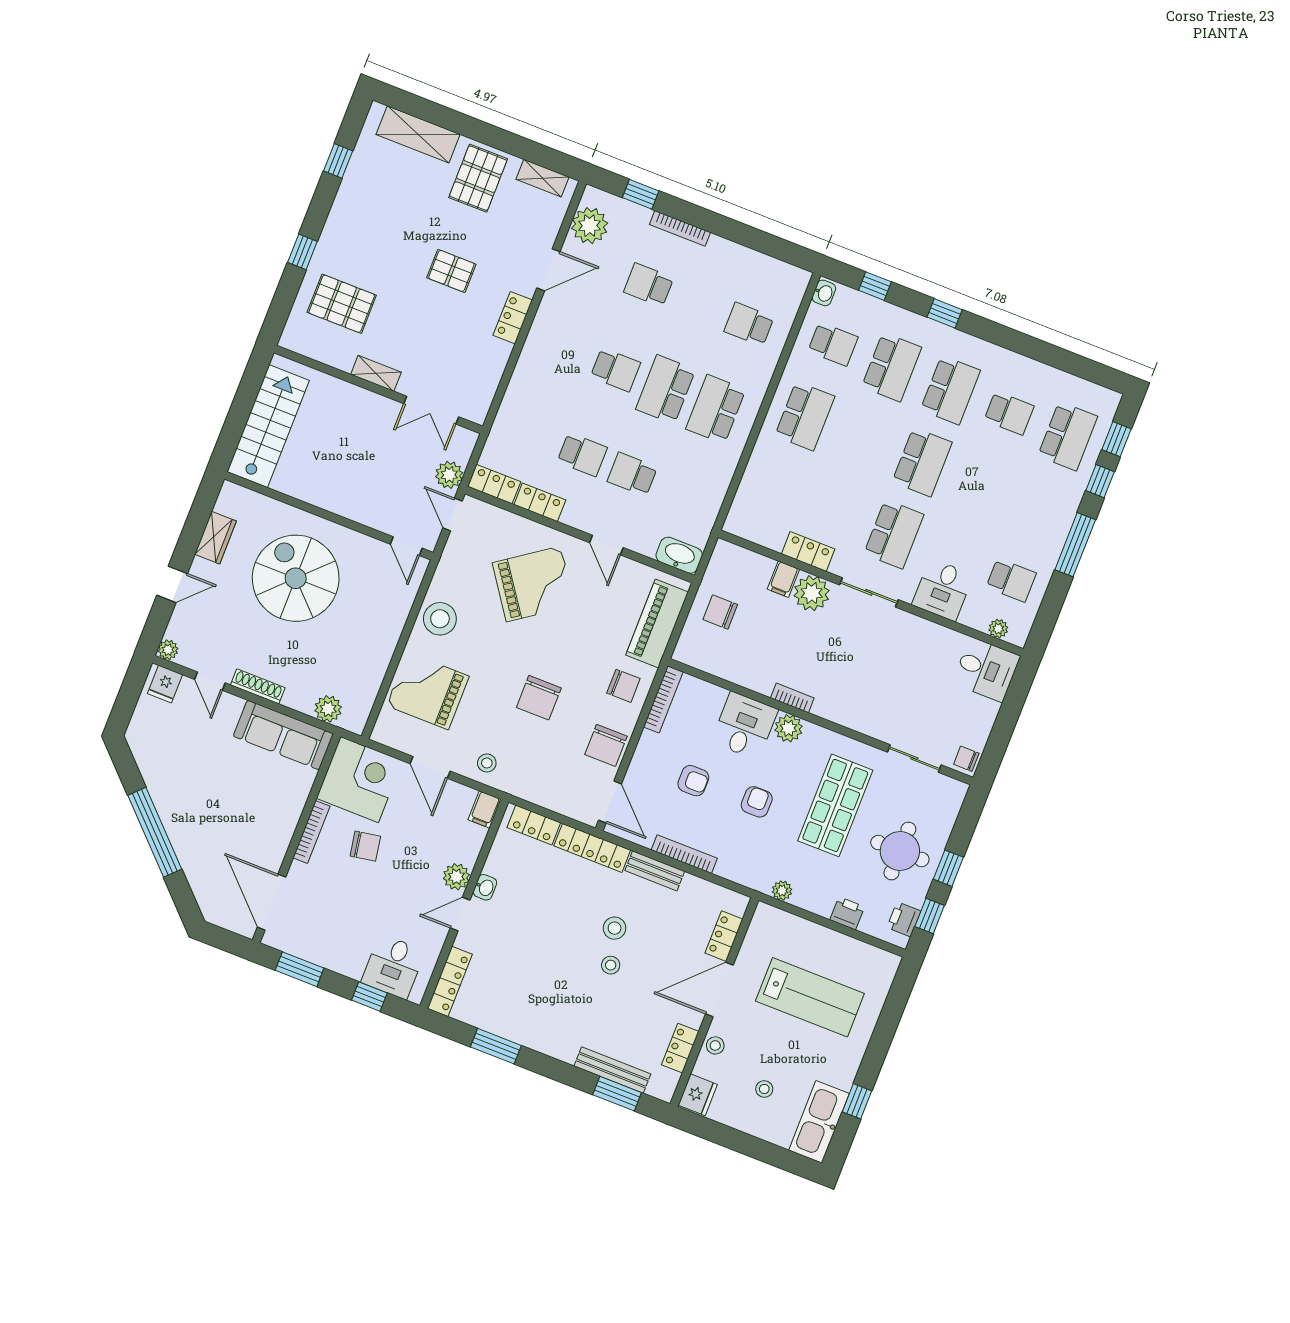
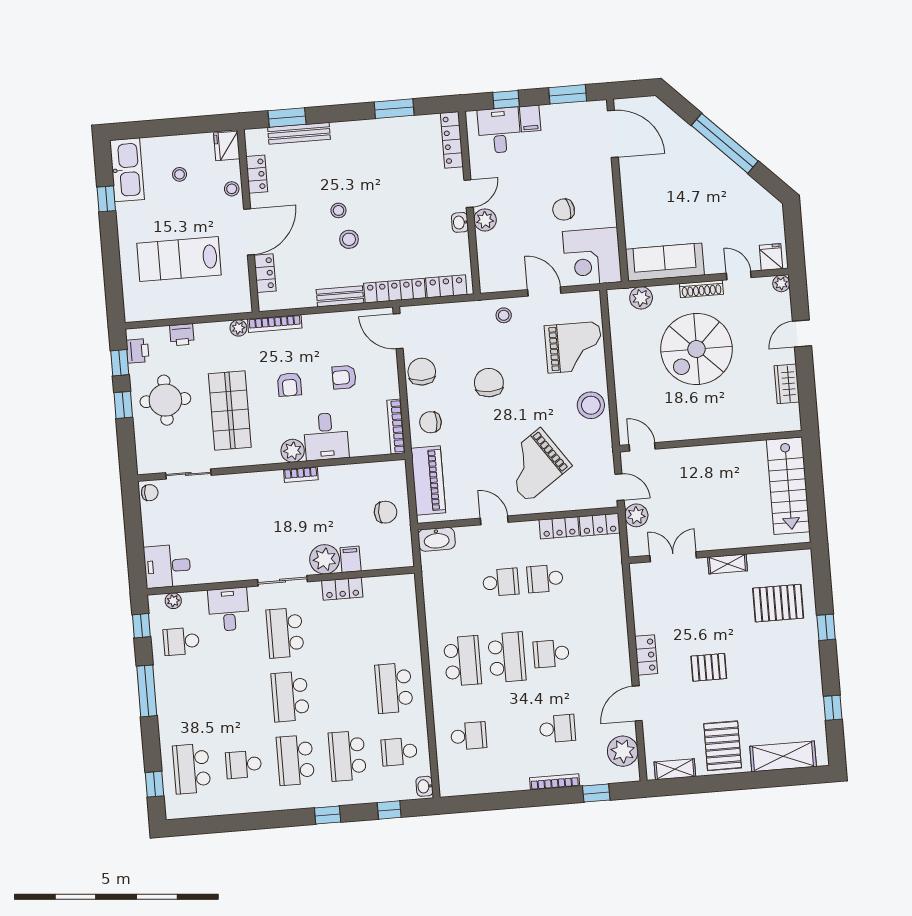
window: (1100, 481) -> (141, 626), moved
spiral stairs: (296, 578) -> (696, 349), moved, turned 90
filing cabinet: (485, 809) -> (530, 119), moved, turned 180
bookcase: (311, 832) -> (609, 200), removed
bookcase: (684, 854) -> (275, 324), moved

